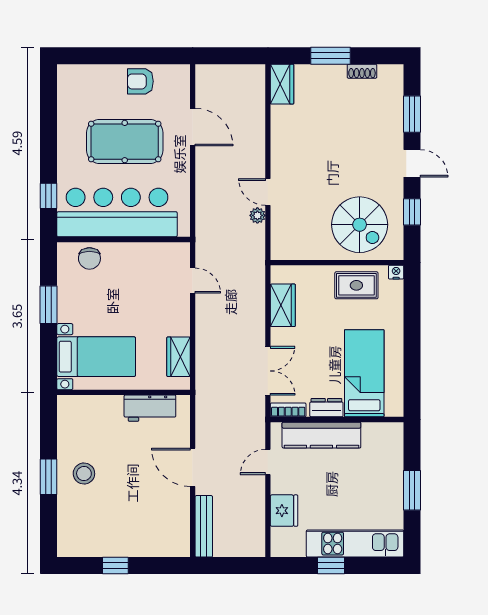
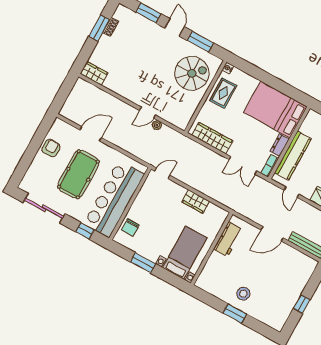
window: (331, 56) -> (99, 28), moved
armchair: (140, 81) -> (51, 148), turned 180
sliding door: (49, 119) -> (44, 208), added
door: (412, 163) -> (175, 27), hinge flipped
window: (412, 212) -> (200, 42), width x1.50
chair: (89, 258) -> (130, 227), turned 90
door: (193, 281) -> (162, 173), moved
wardrobe: (283, 305) -> (212, 138), width x1.50
wardrobe: (179, 357) -> (196, 202), moved
double door: (268, 371) -> (243, 165), swing flipped
bed: (364, 373) -> (275, 109), width x1.50

